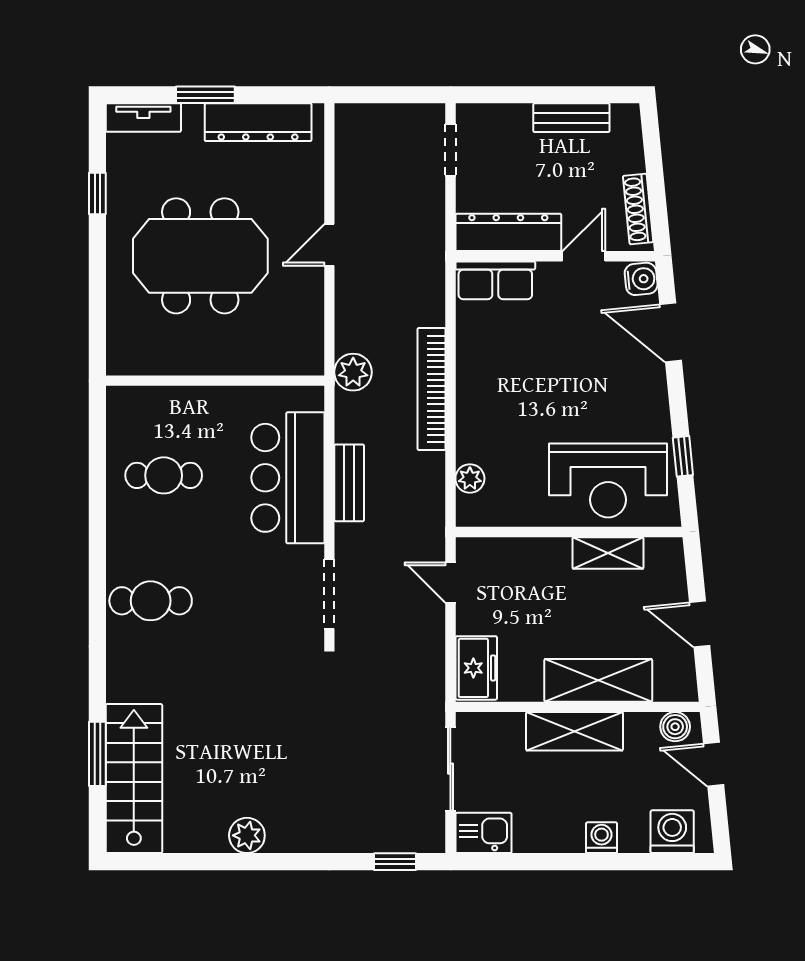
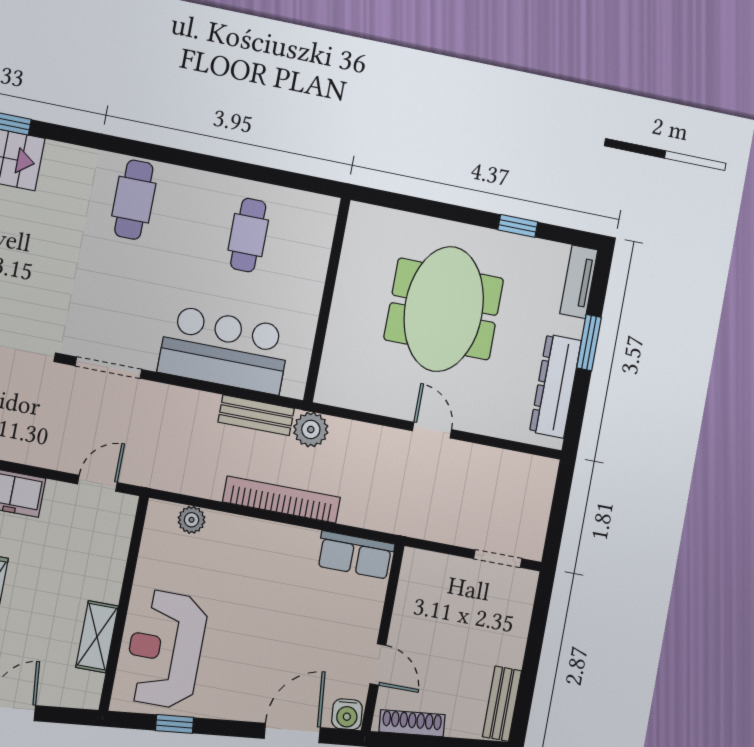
bench: (571, 118) -> (502, 704), moved
dresser: (508, 232) -> (413, 598), removed
row of seats: (495, 280) -> (355, 555), moved, turned -90
bench: (349, 483) -> (256, 415), moved

